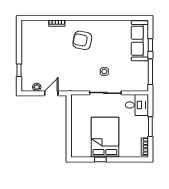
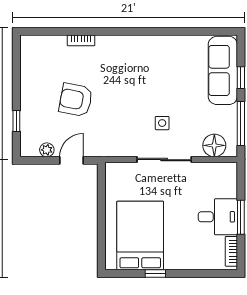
armchair: (82, 40) -> (76, 100), moved
floor lamp: (135, 85) -> (214, 145), added
desk: (137, 105) -> (218, 217), moved
bed: (105, 137) -> (140, 236), moved

